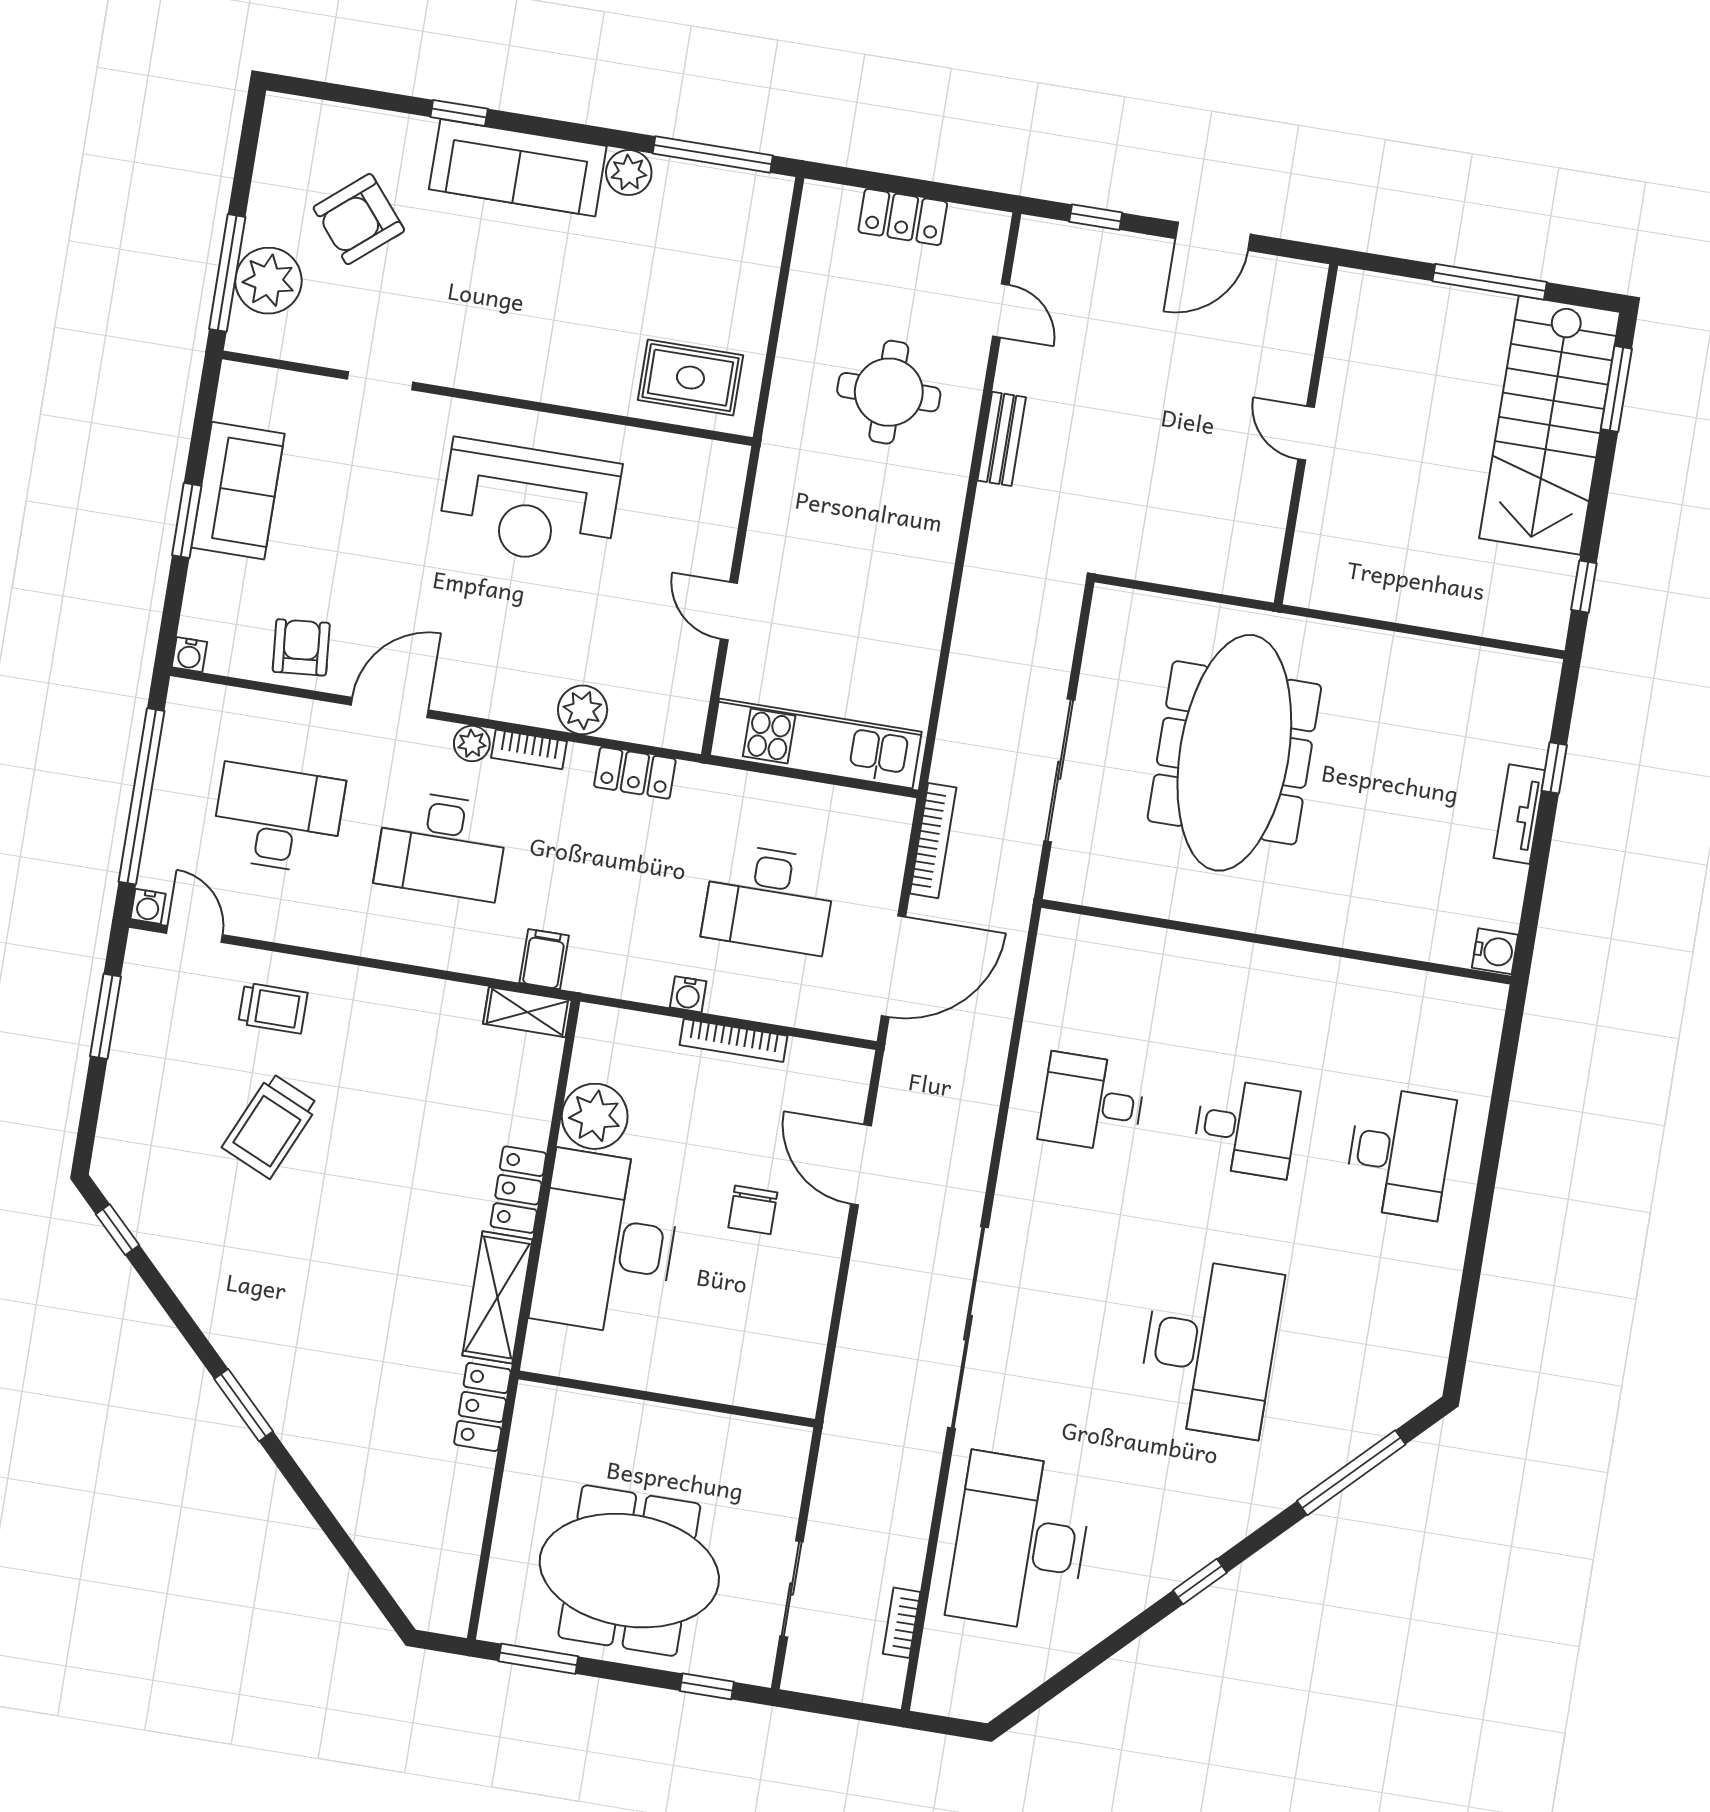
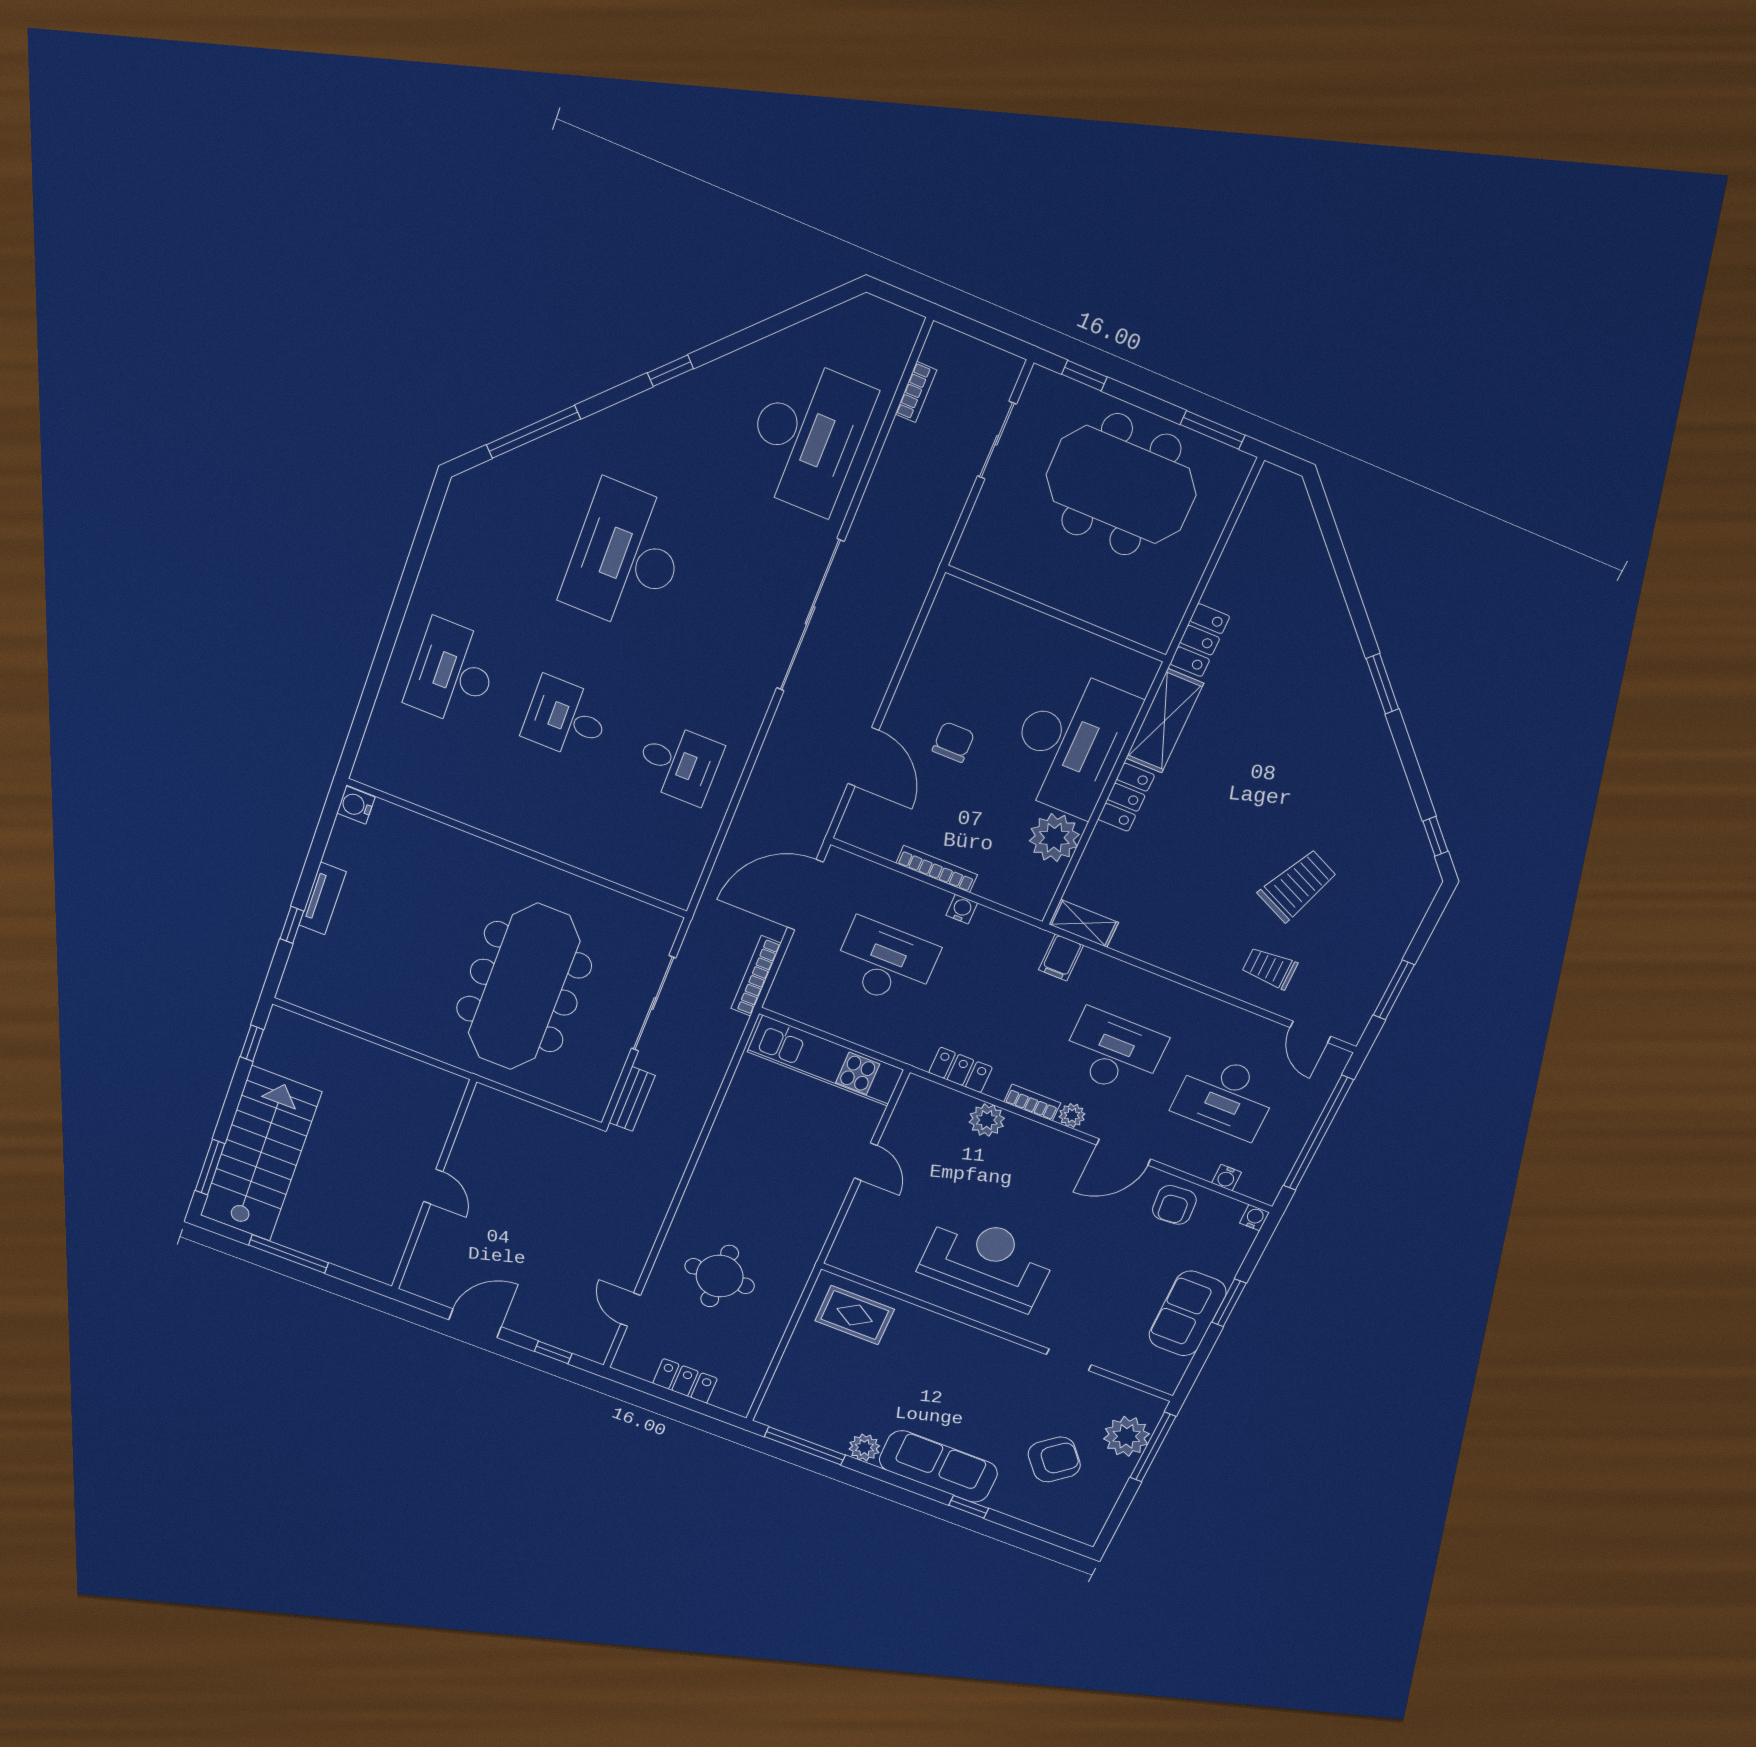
bench: (1002, 439) -> (632, 1099), moved
water cooler: (148, 906) -> (1227, 1178), moved, turned 180

